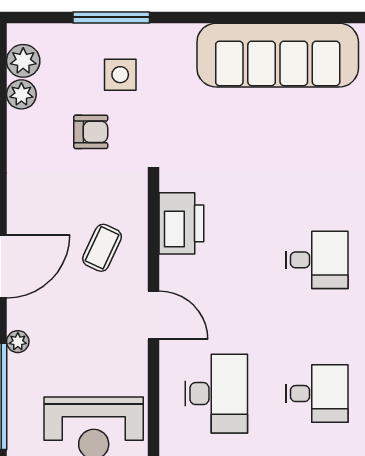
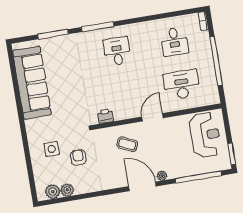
window: (111, 17) -> (28, 157), removed
printer: (181, 223) -> (105, 116), width x0.53, depth x0.68
plant: (18, 342) -> (162, 176), moved
desk: (317, 394) -> (174, 42), turned 180

